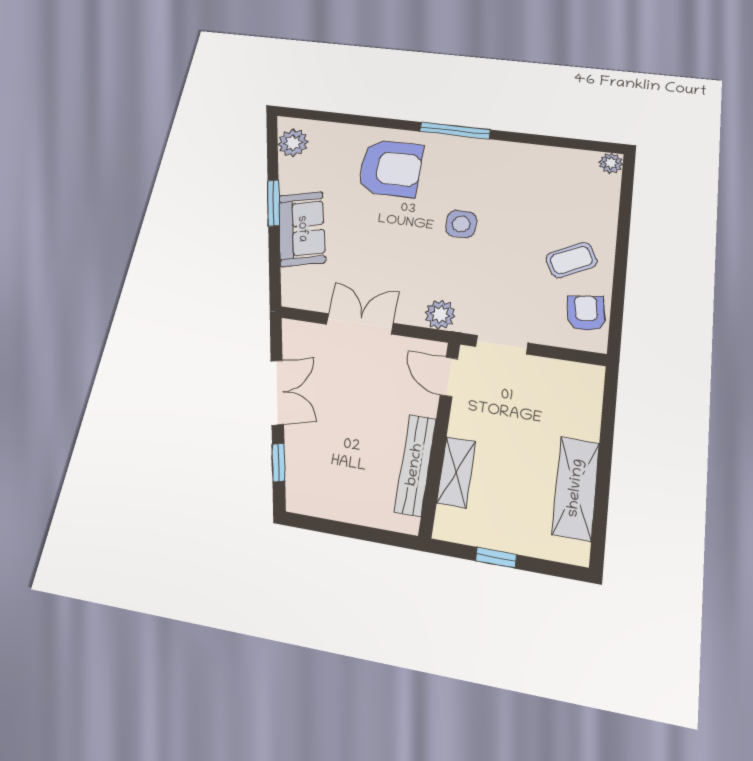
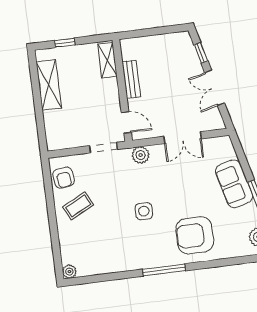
bench: (415, 465) -> (131, 79), width x0.73
shelving: (456, 472) -> (107, 60), moved
window: (496, 558) -> (65, 43), moved

